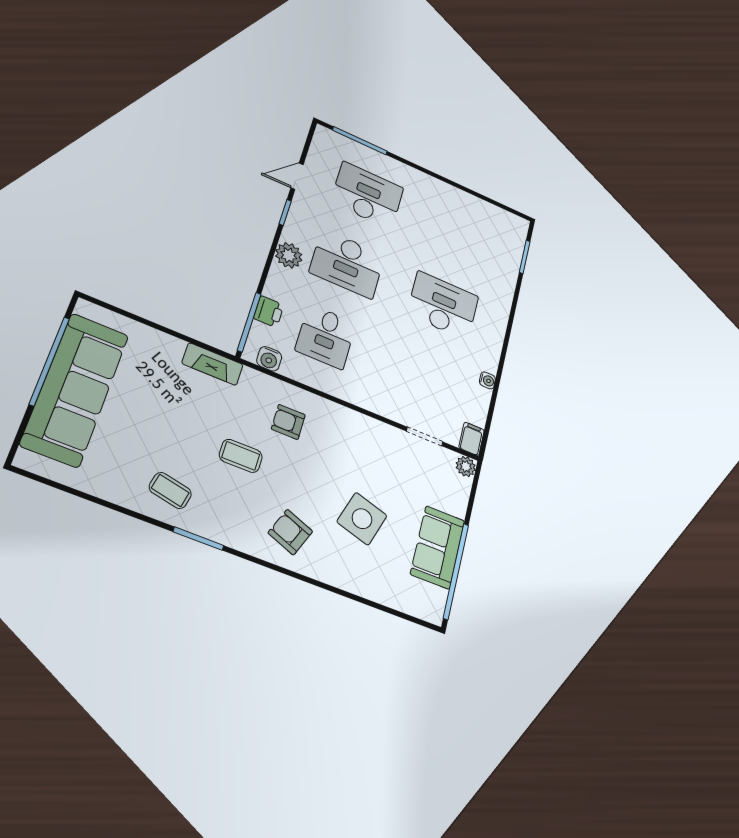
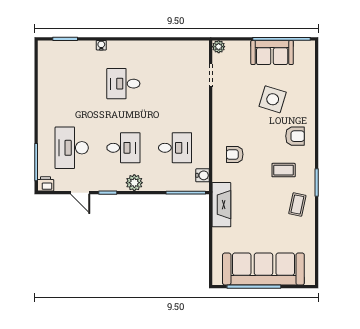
desk: (347, 264) -> (123, 148), width x0.73
desk: (443, 306) -> (123, 84), width x0.73
printer: (269, 312) -> (46, 184), moved
fireplace: (213, 364) -> (221, 205), width x1.37, depth x1.32
water cooler: (487, 380) -> (101, 45), moved
armchair: (288, 422) -> (235, 154), turned 90
filing cabinet: (472, 439) -> (200, 47), removed
coffee table: (241, 456) -> (284, 170), moved, turned 90
armchair: (290, 532) -> (295, 136), turned -112

